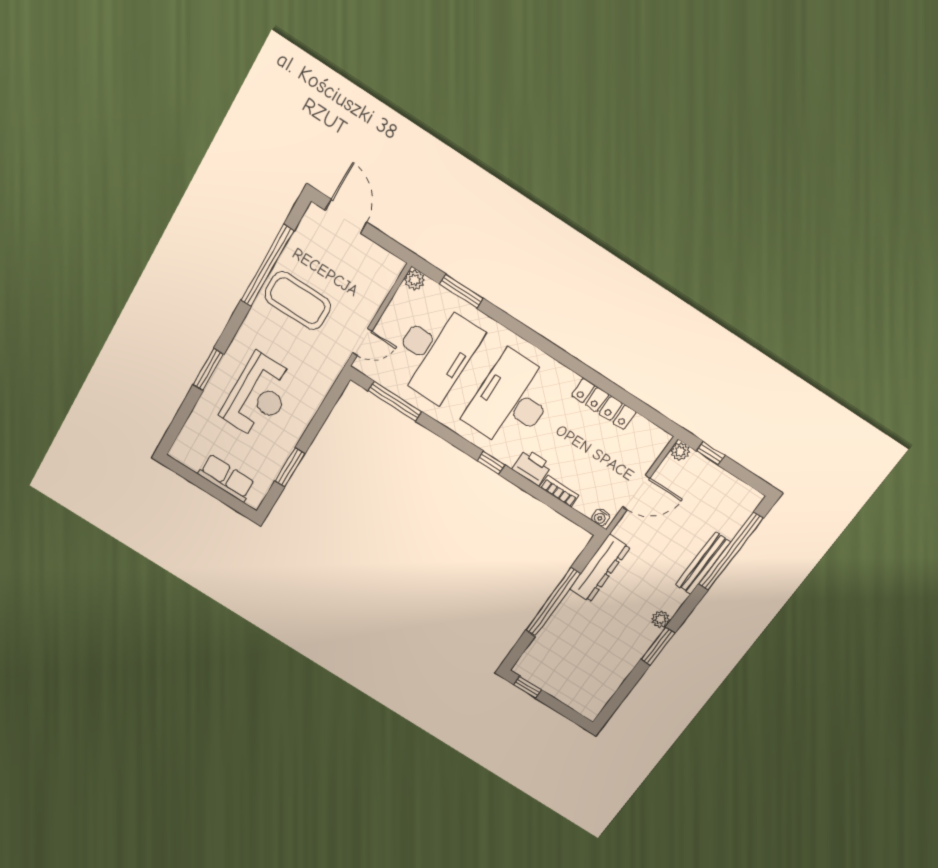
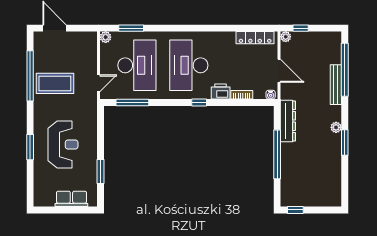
locker: (604, 404) -> (255, 38), moved
door: (636, 493) -> (279, 71), hinge flipped

